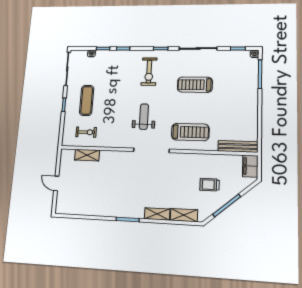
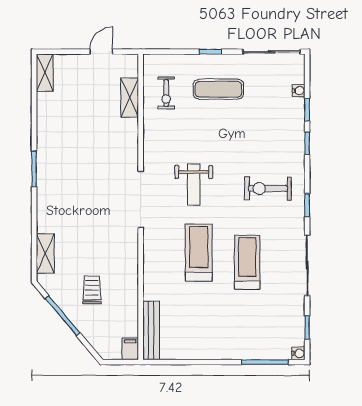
weight bench: (144, 117) -> (194, 184), turned 90
treadmill: (190, 132) -> (199, 253), moved, turned 180
filing cabinet: (250, 166) -> (130, 349), width x0.50
door: (56, 183) -> (101, 52), moved
shelving: (157, 214) -> (45, 73), moved

